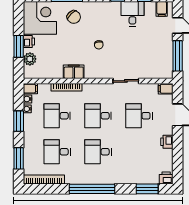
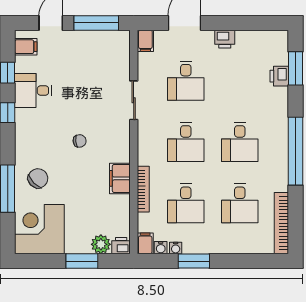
printer: (29, 42) -> (121, 246), moved
window: (19, 158) -> (250, 261), removed
printer: (166, 178) -> (279, 76), moved

